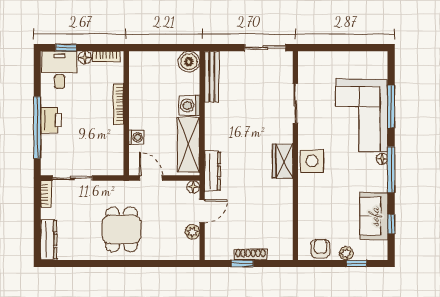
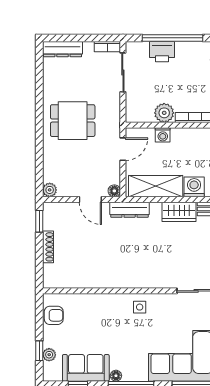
printer: (51, 120) -> (162, 52), moved
plant: (114, 136) -> (164, 113), added
floor lamp: (382, 159) -> (116, 376), moved
wardrobe: (283, 161) -> (179, 212), moved, turned 180
side table: (312, 161) -> (140, 307), width x0.54, depth x0.54
plant: (192, 232) -> (50, 190), moved
plant: (346, 253) -> (49, 355), moved
window: (242, 263) -> (39, 221), moved

